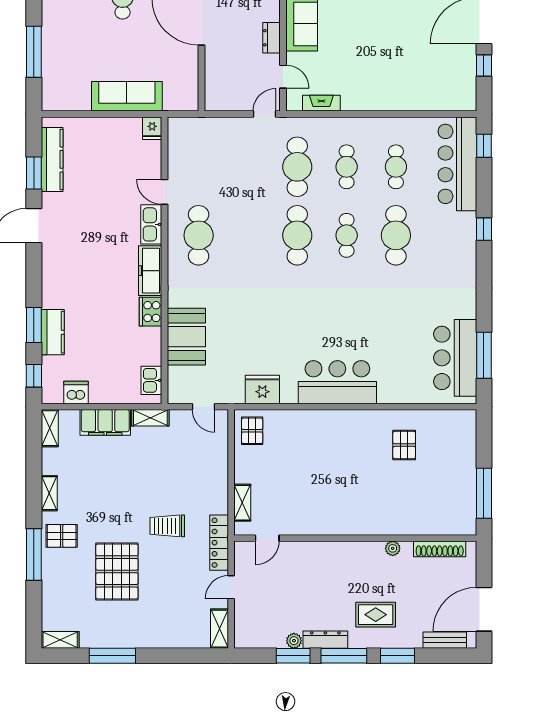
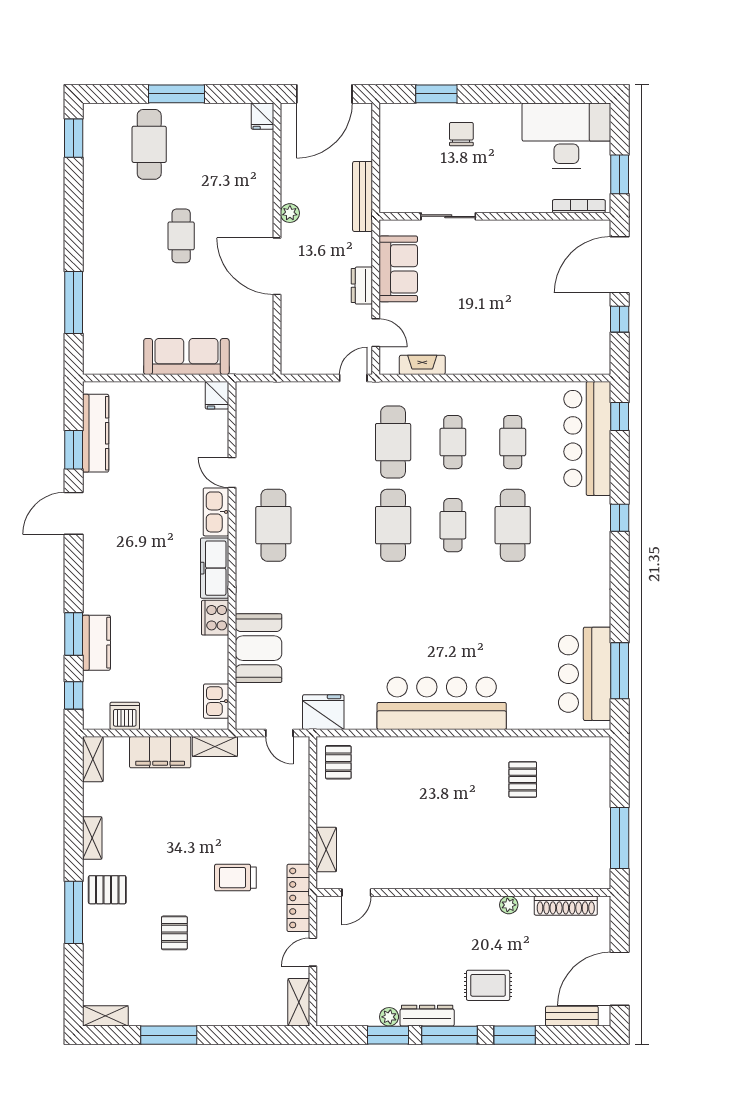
bar counter: (337, 382) -> (442, 703), width x1.36
fridge: (262, 389) -> (323, 712), moved
pallet: (117, 571) -> (174, 933), width x0.49, depth x0.50

